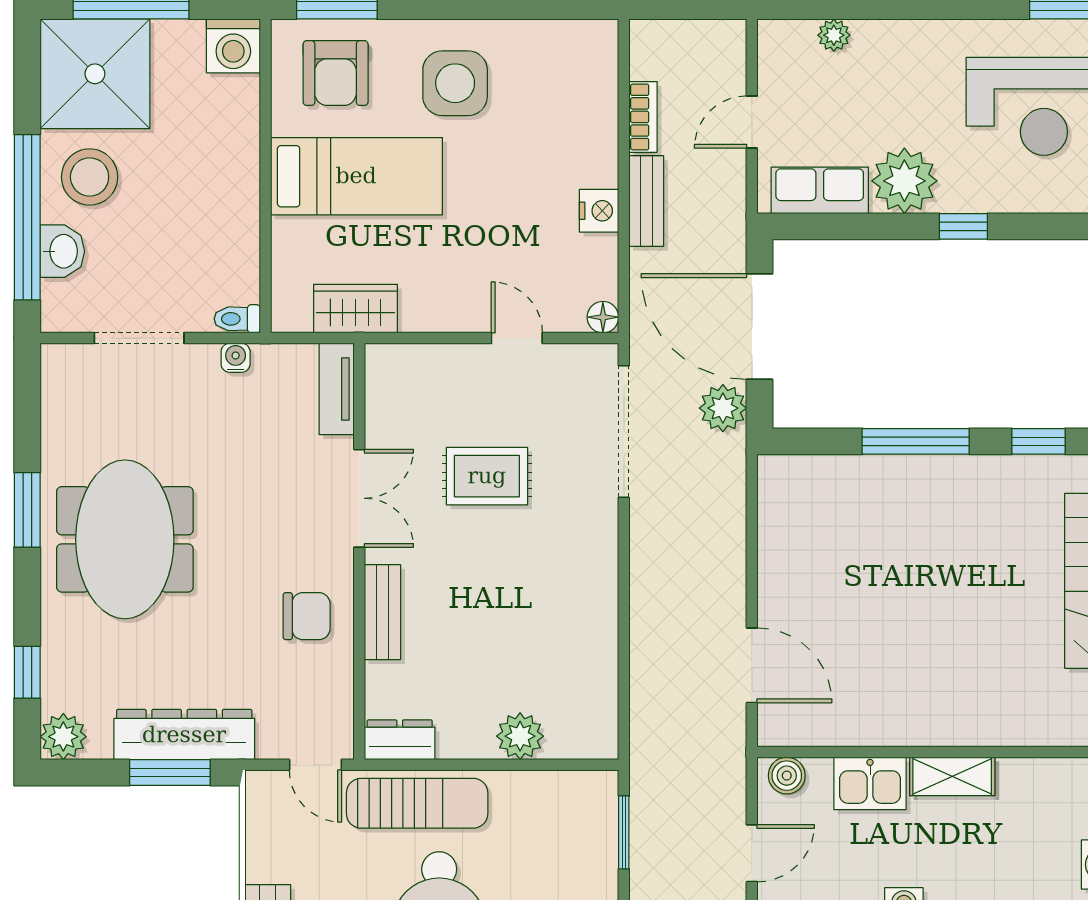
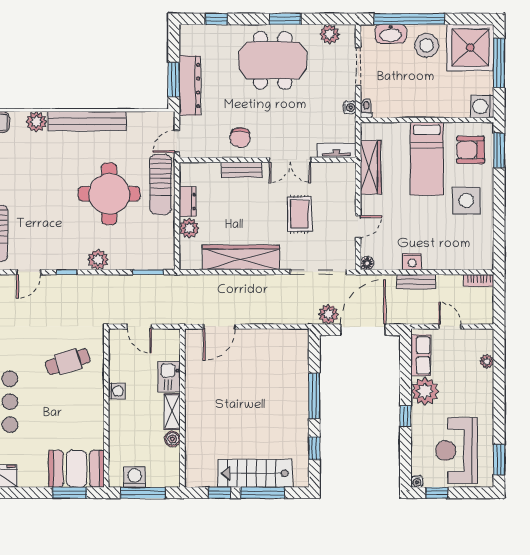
bookcase: (643, 117) -> (479, 280), moved
washbasin: (62, 251) -> (391, 34), width x1.38
wardrobe: (356, 309) -> (371, 167), width x1.50
wardrobe: (589, 614) -> (241, 258), added
plant: (63, 737) -> (330, 34), moved
dresser: (400, 740) -> (188, 202), moved
boiler: (787, 776) -> (172, 439), moved

